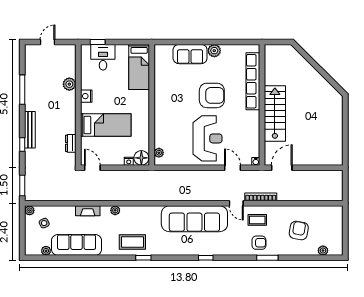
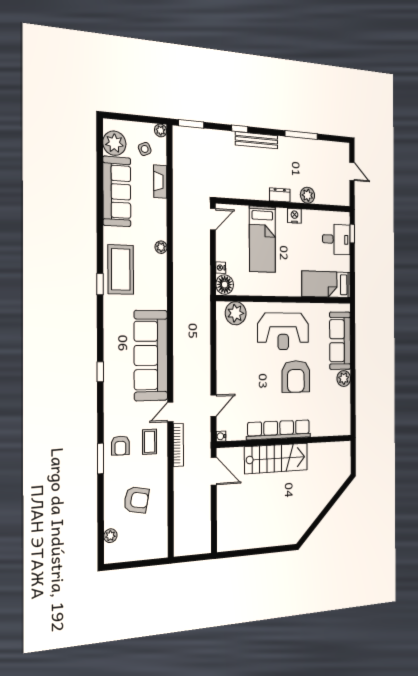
sofa: (190, 54) -> (340, 341), width x1.36
row of seats: (253, 81) -> (279, 430), moved
reception desk: (208, 138) -> (283, 331), moved
dresser: (71, 143) -> (280, 195), moved
plant: (159, 153) -> (236, 313), width x1.88, depth x1.88
fireplace: (88, 211) -> (160, 182), moved
coffee table: (132, 242) -> (121, 269), width x1.36, depth x1.32
plant: (46, 251) -> (114, 143), width x1.88, depth x1.88

